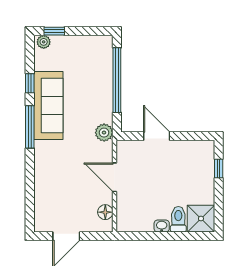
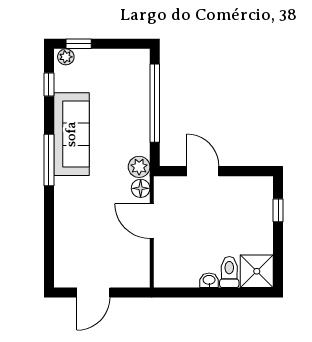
window: (30, 83) -> (49, 84), moved
floor lamp: (105, 212) -> (141, 188), moved

